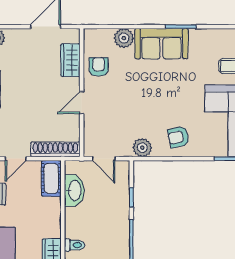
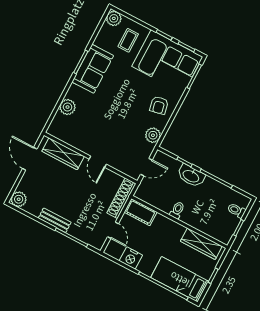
sofa: (161, 44) -> (93, 69), moved
wardrobe: (70, 60) -> (63, 154), width x1.50
armchair: (99, 67) -> (79, 136), removed
washbasin: (74, 190) -> (191, 176), moved, turned 180
toilet: (74, 245) -> (177, 210), moved

